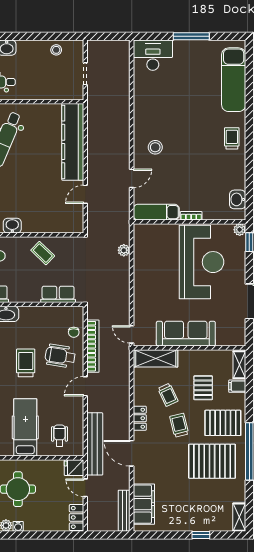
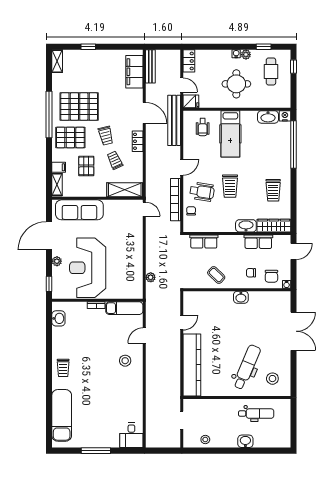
desk: (153, 55) -> (131, 435), width x0.73
plant: (240, 230) -> (57, 261), moved
sofa: (186, 334) -> (79, 210), moved

